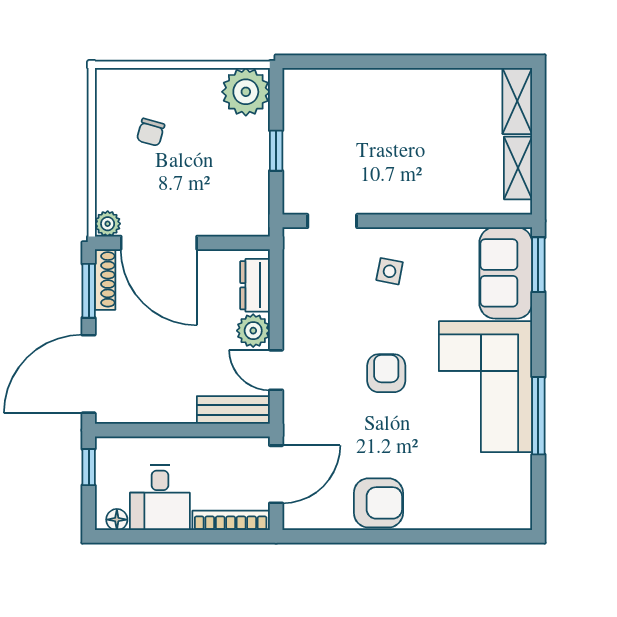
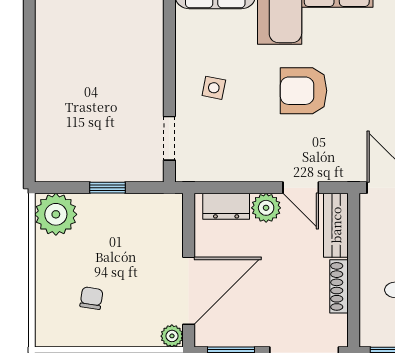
chair: (151, 132) -> (91, 298), turned -97
shoe rack: (105, 279) -> (339, 286), moved, turned -90
door: (276, 370) -> (301, 188), hinge flipped
armchair: (386, 373) -> (304, 91), width x1.38, depth x1.38

